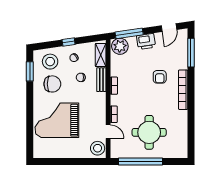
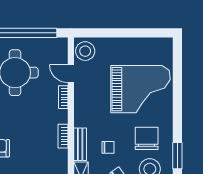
chair: (52, 84) -> (147, 138), turned 90

